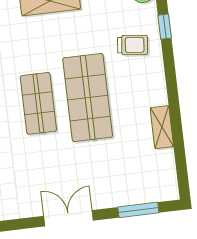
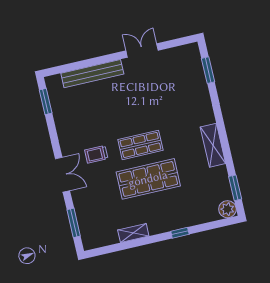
window: (165, 27) -> (180, 233), moved
trolley: (133, 45) -> (96, 154), moved, turned 84

